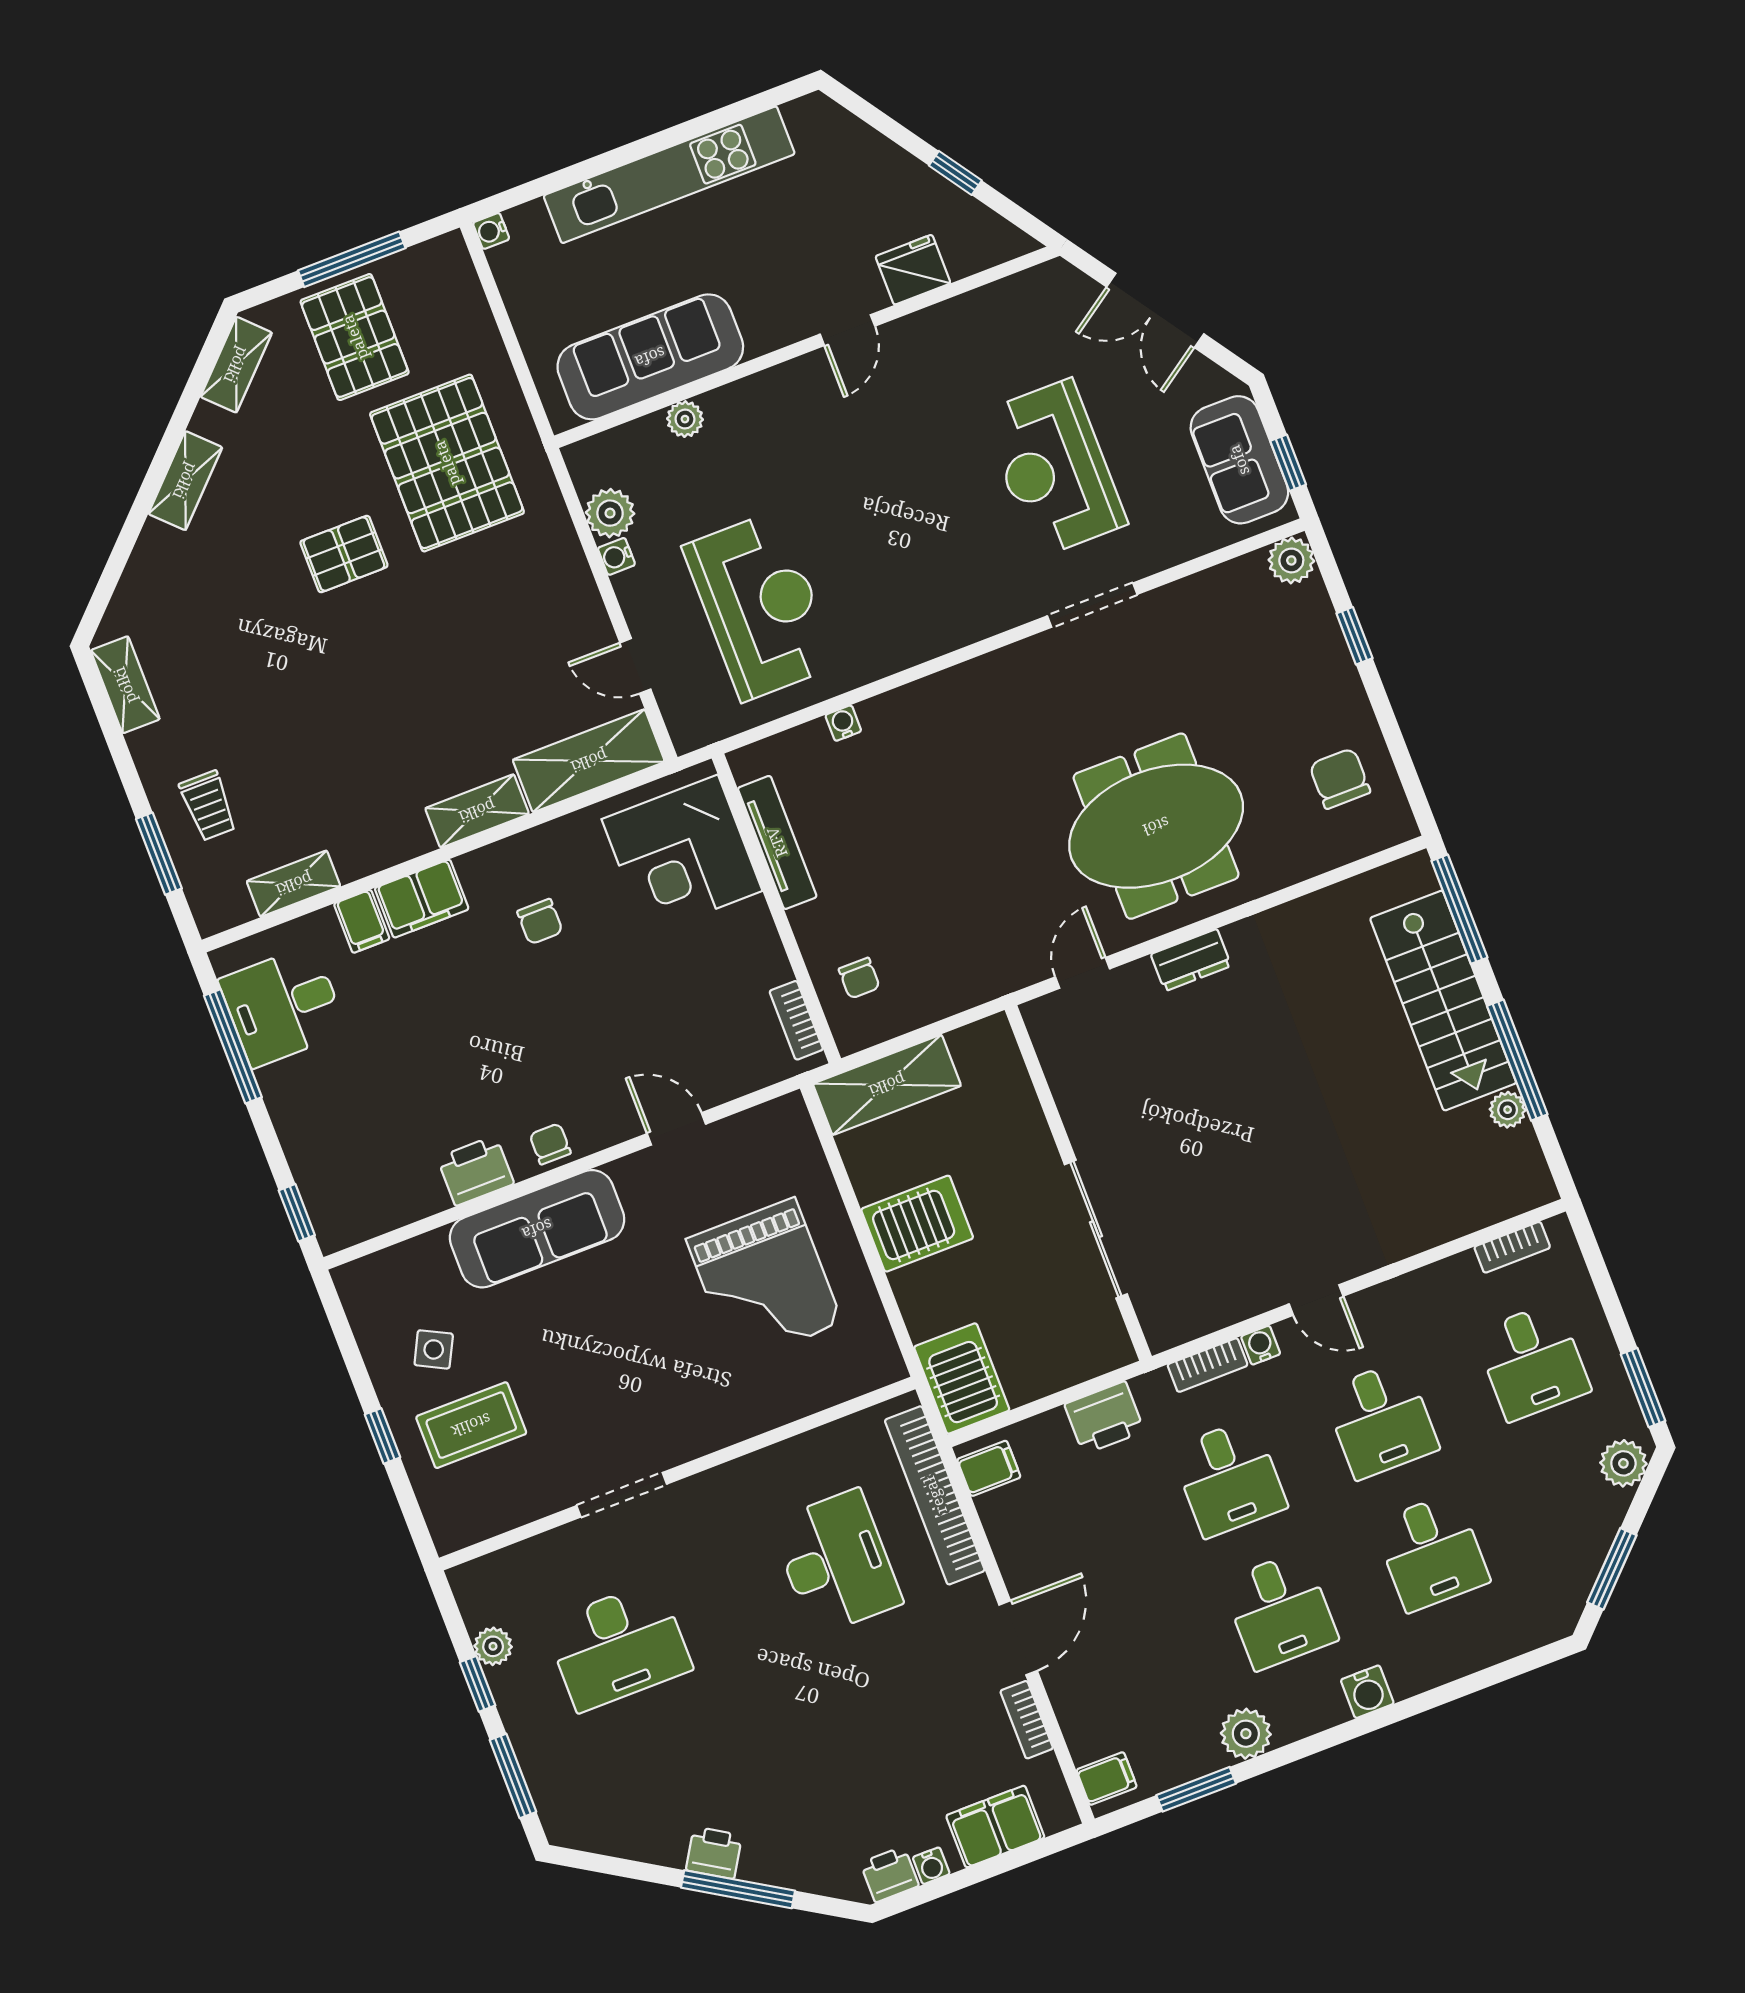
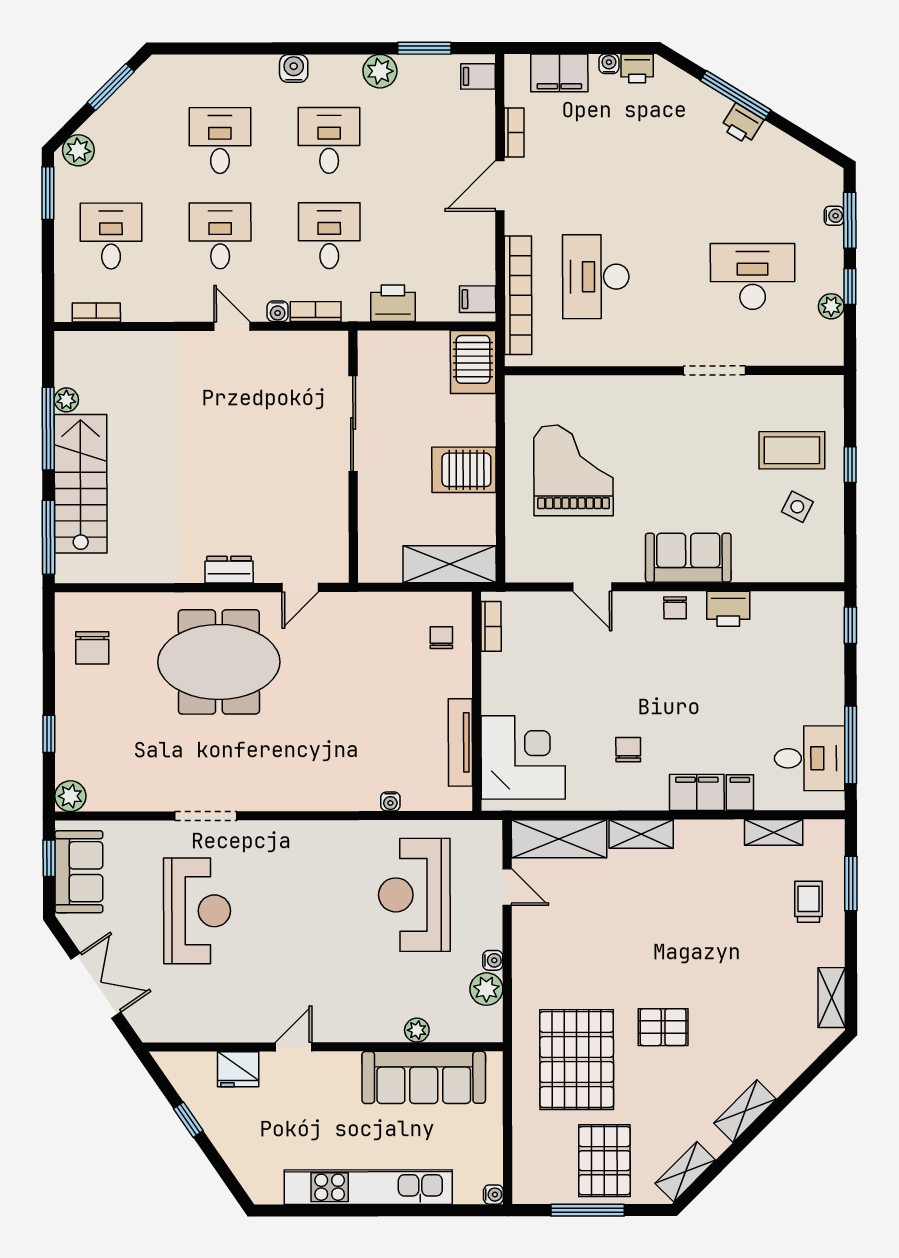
sofa: (537, 1229) -> (688, 558), width x0.73
water cooler: (537, 1774) -> (834, 216), added

